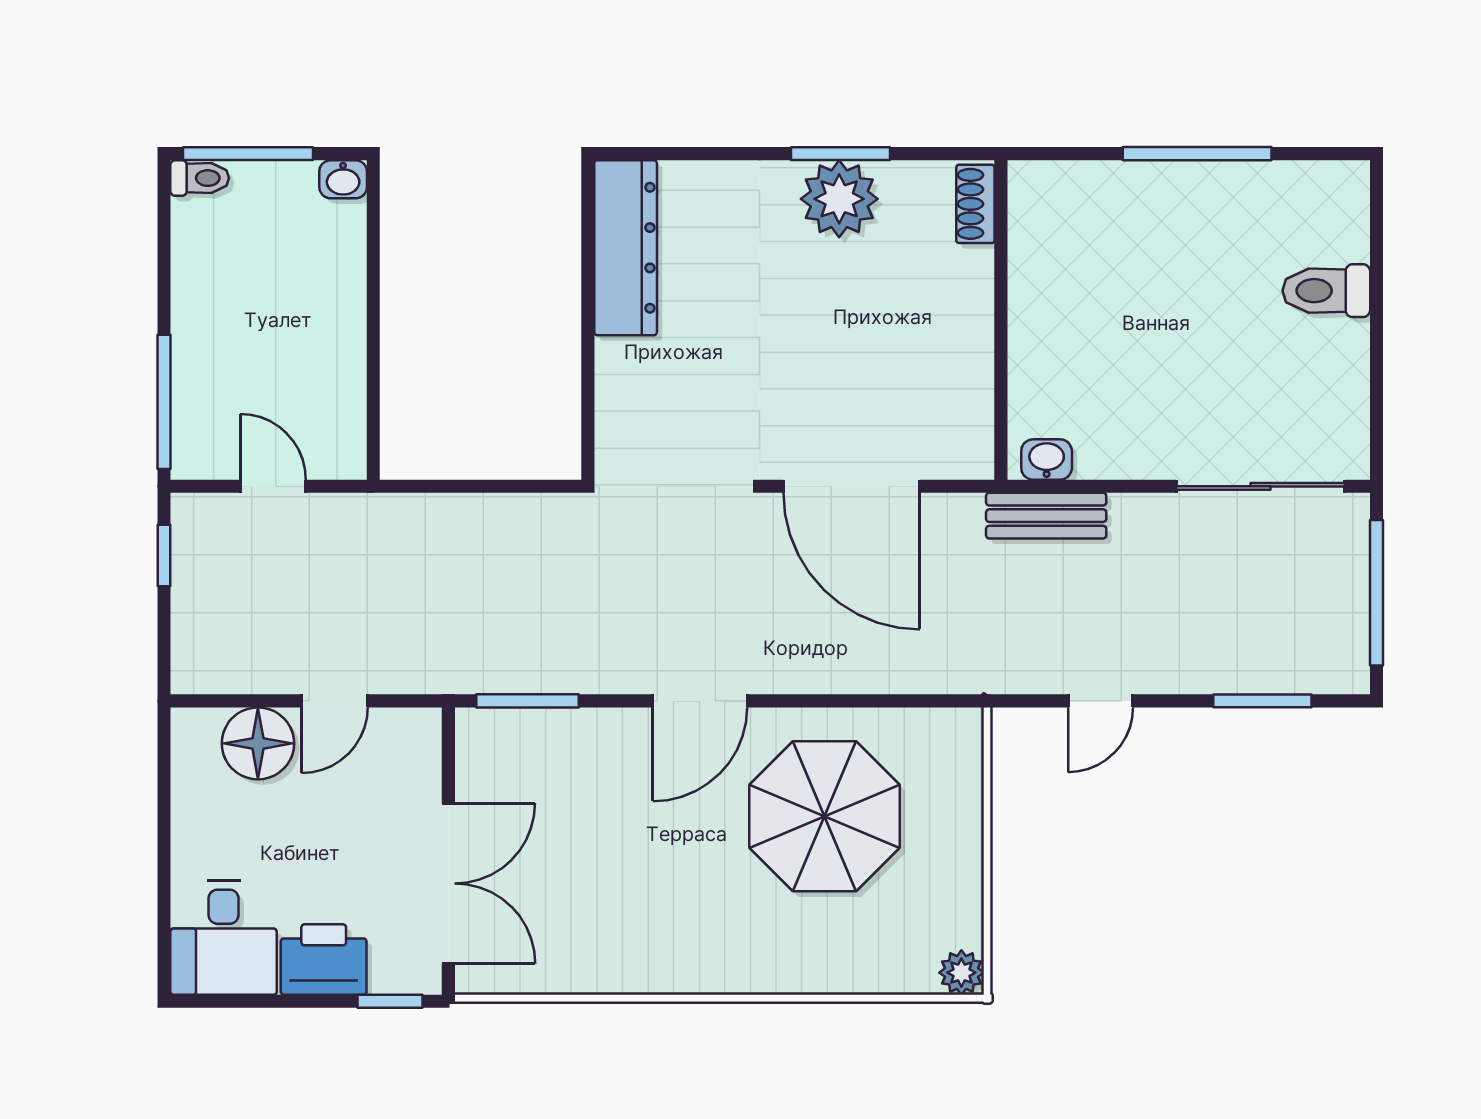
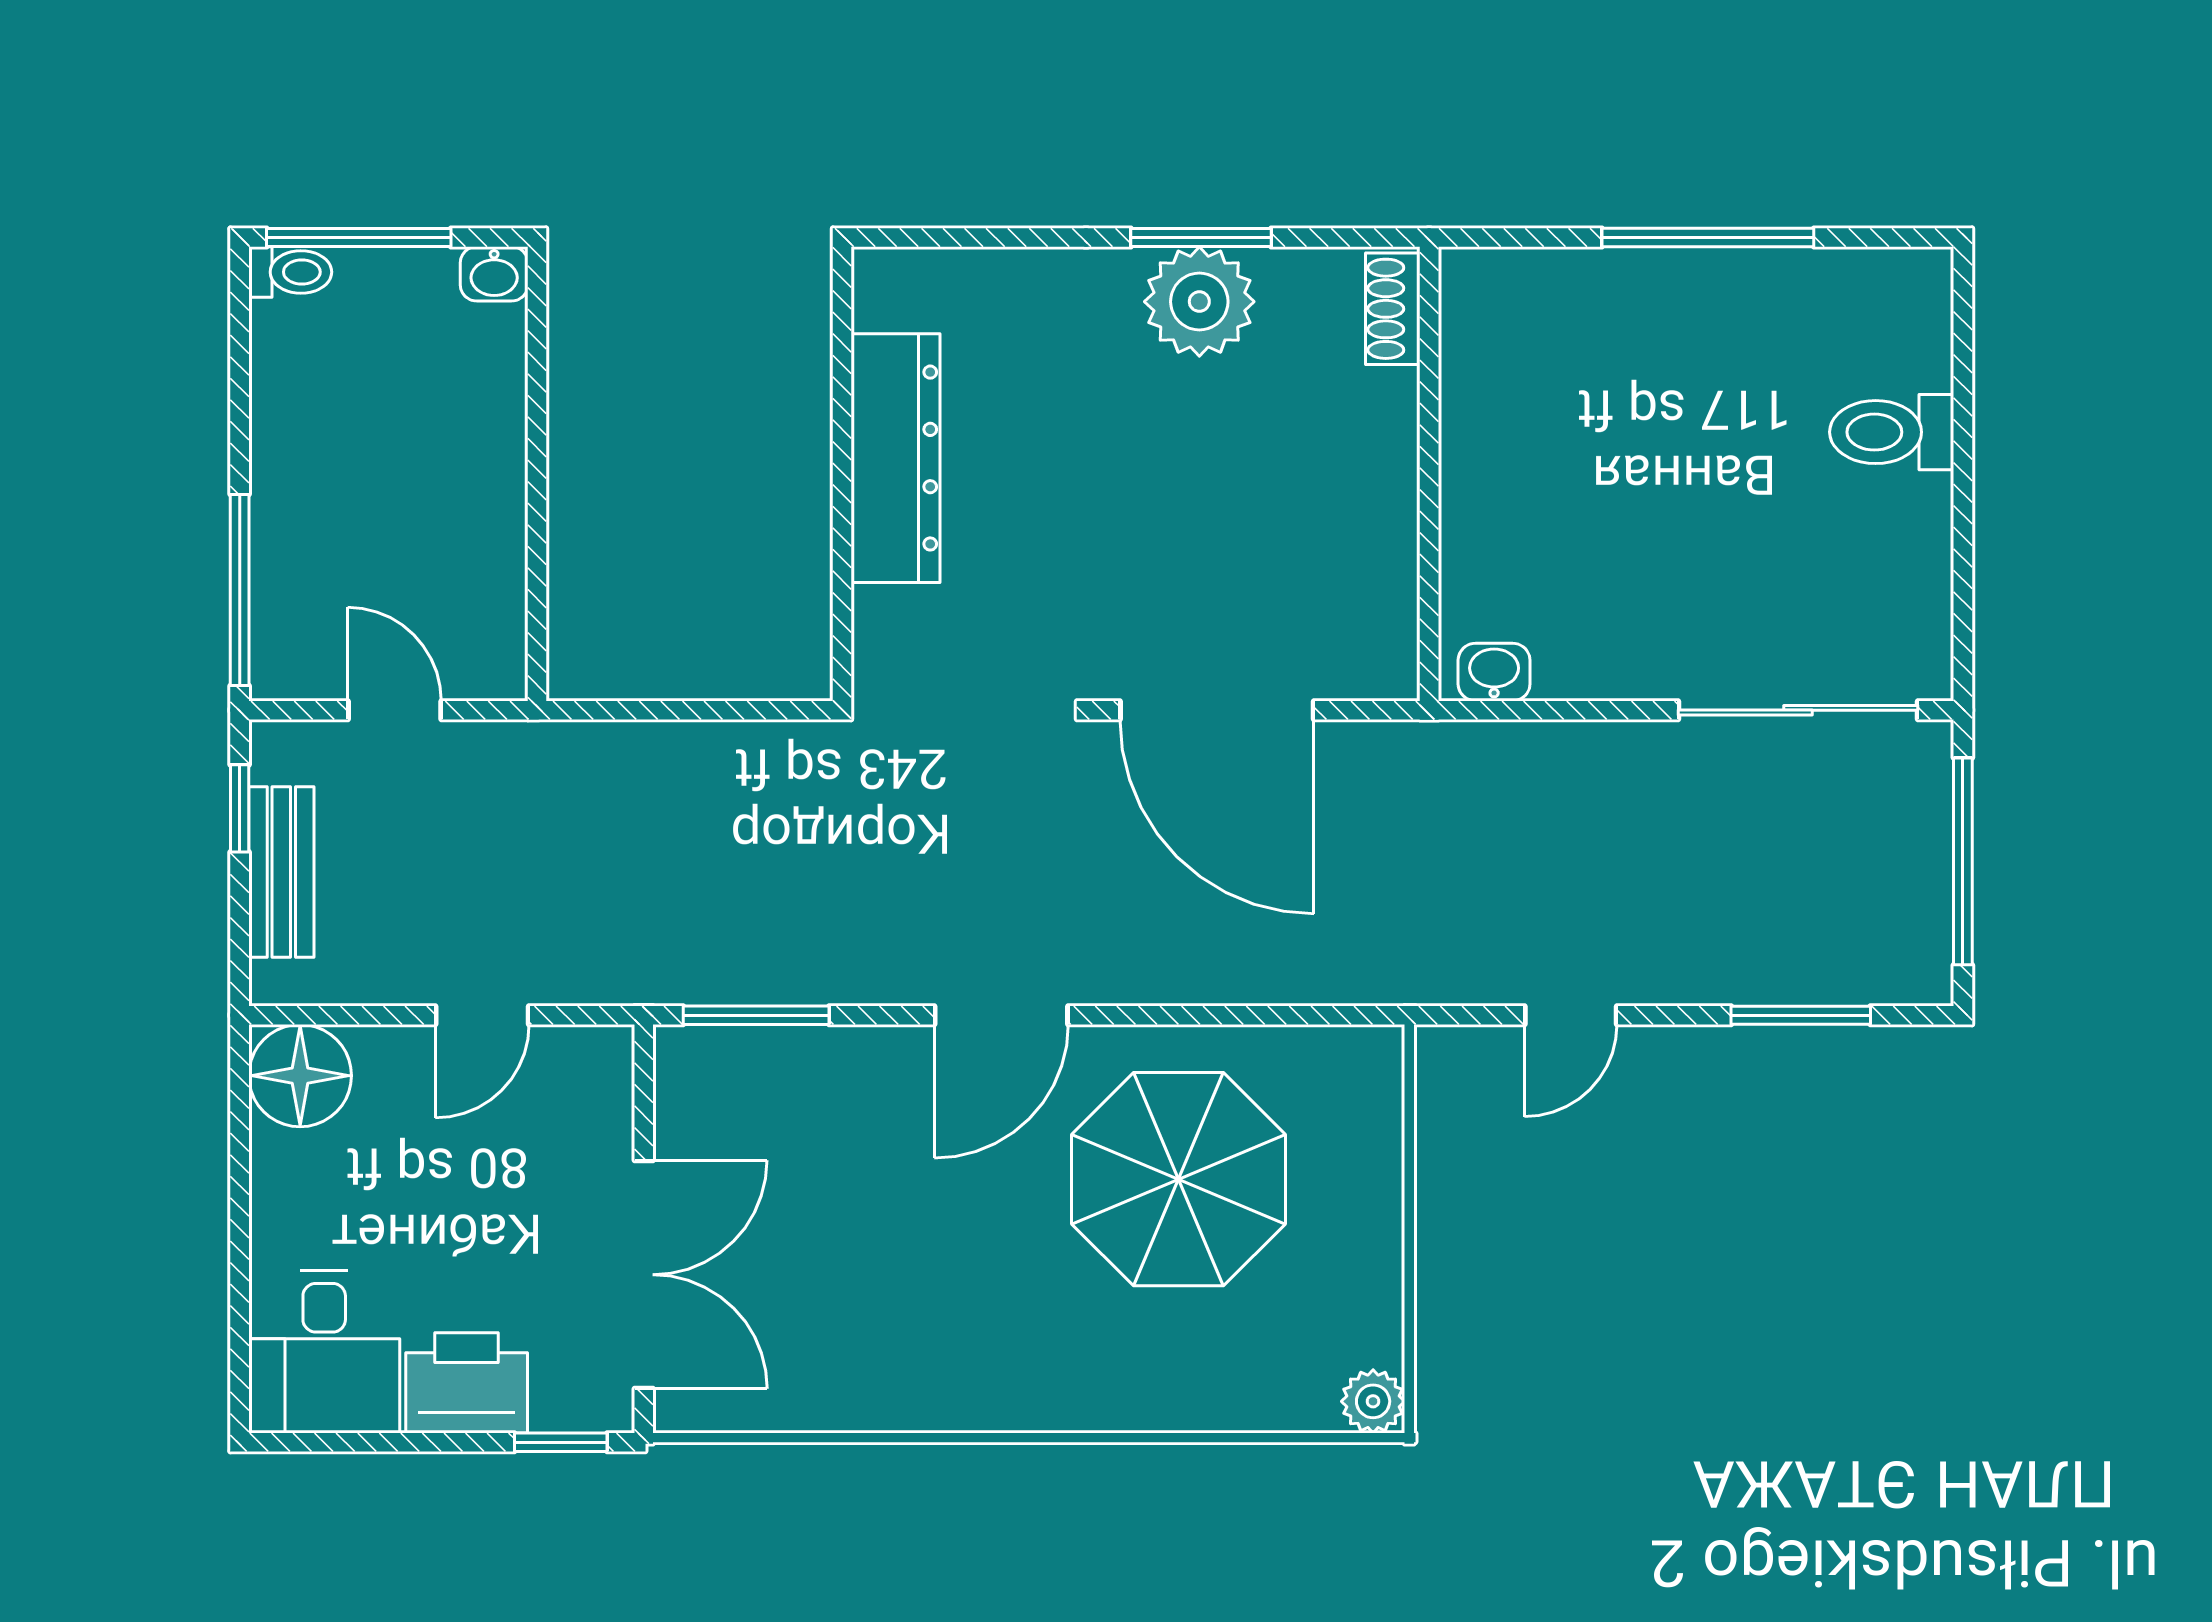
dresser: (626, 248) -> (896, 458), moved
bench: (1046, 516) -> (281, 872), moved, turned 90
floor lamp: (258, 743) -> (300, 1076), moved

